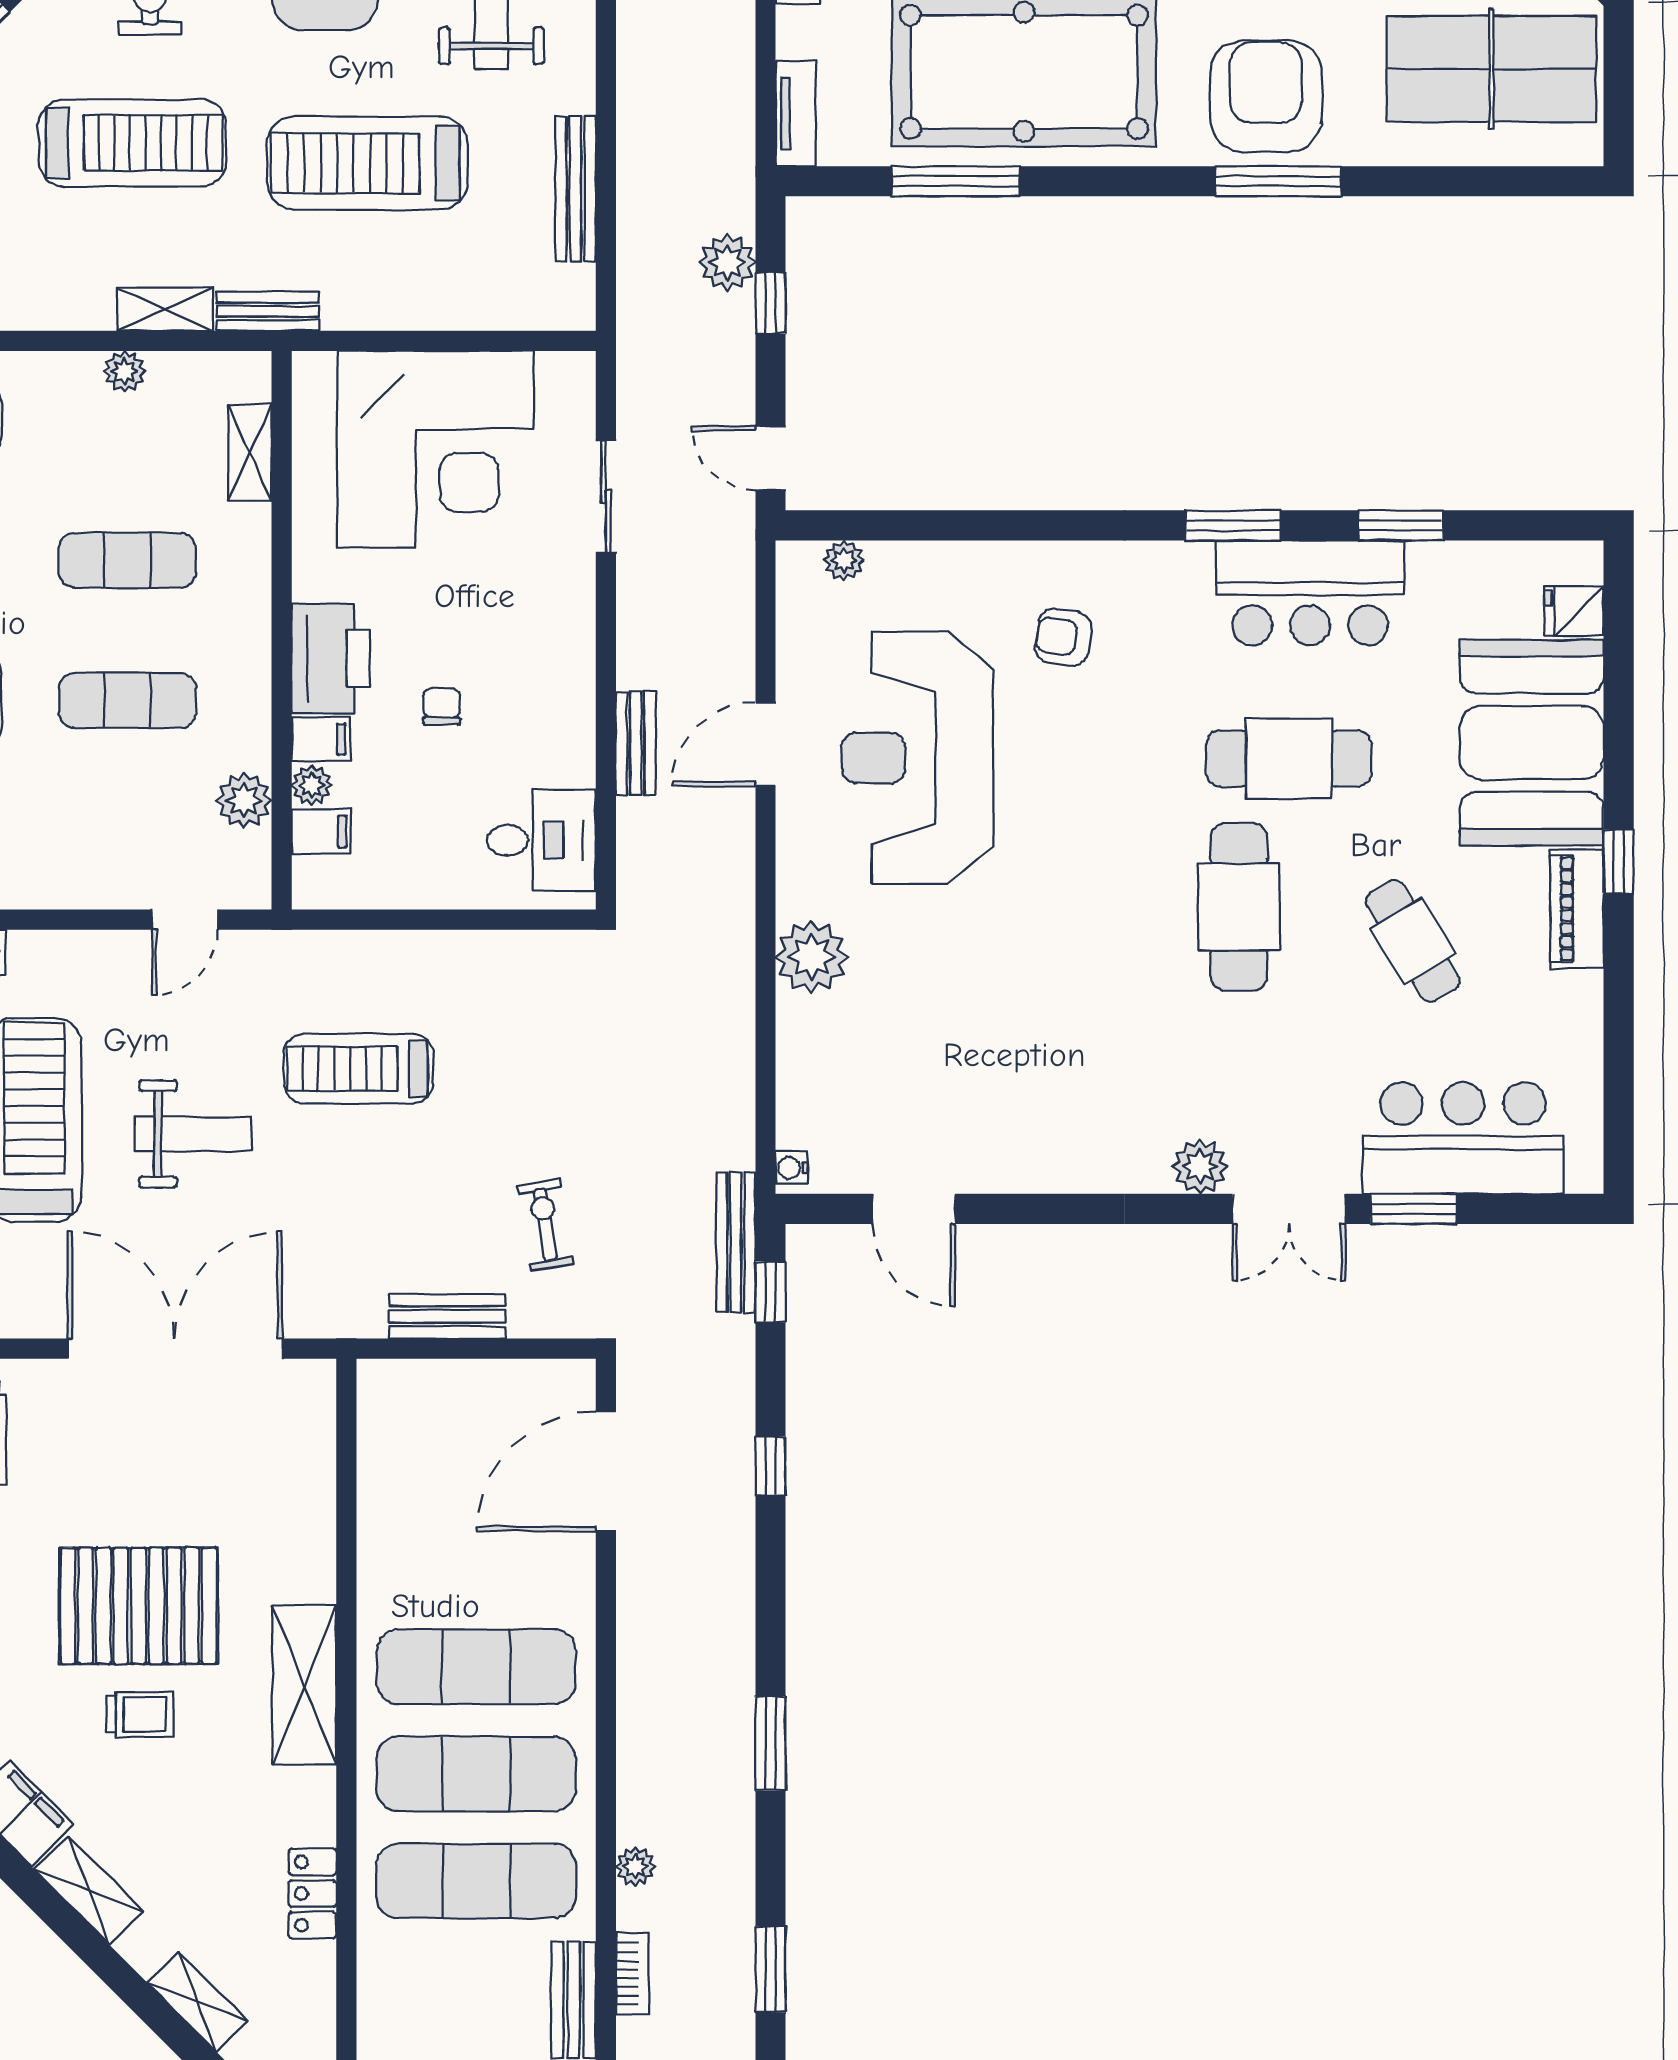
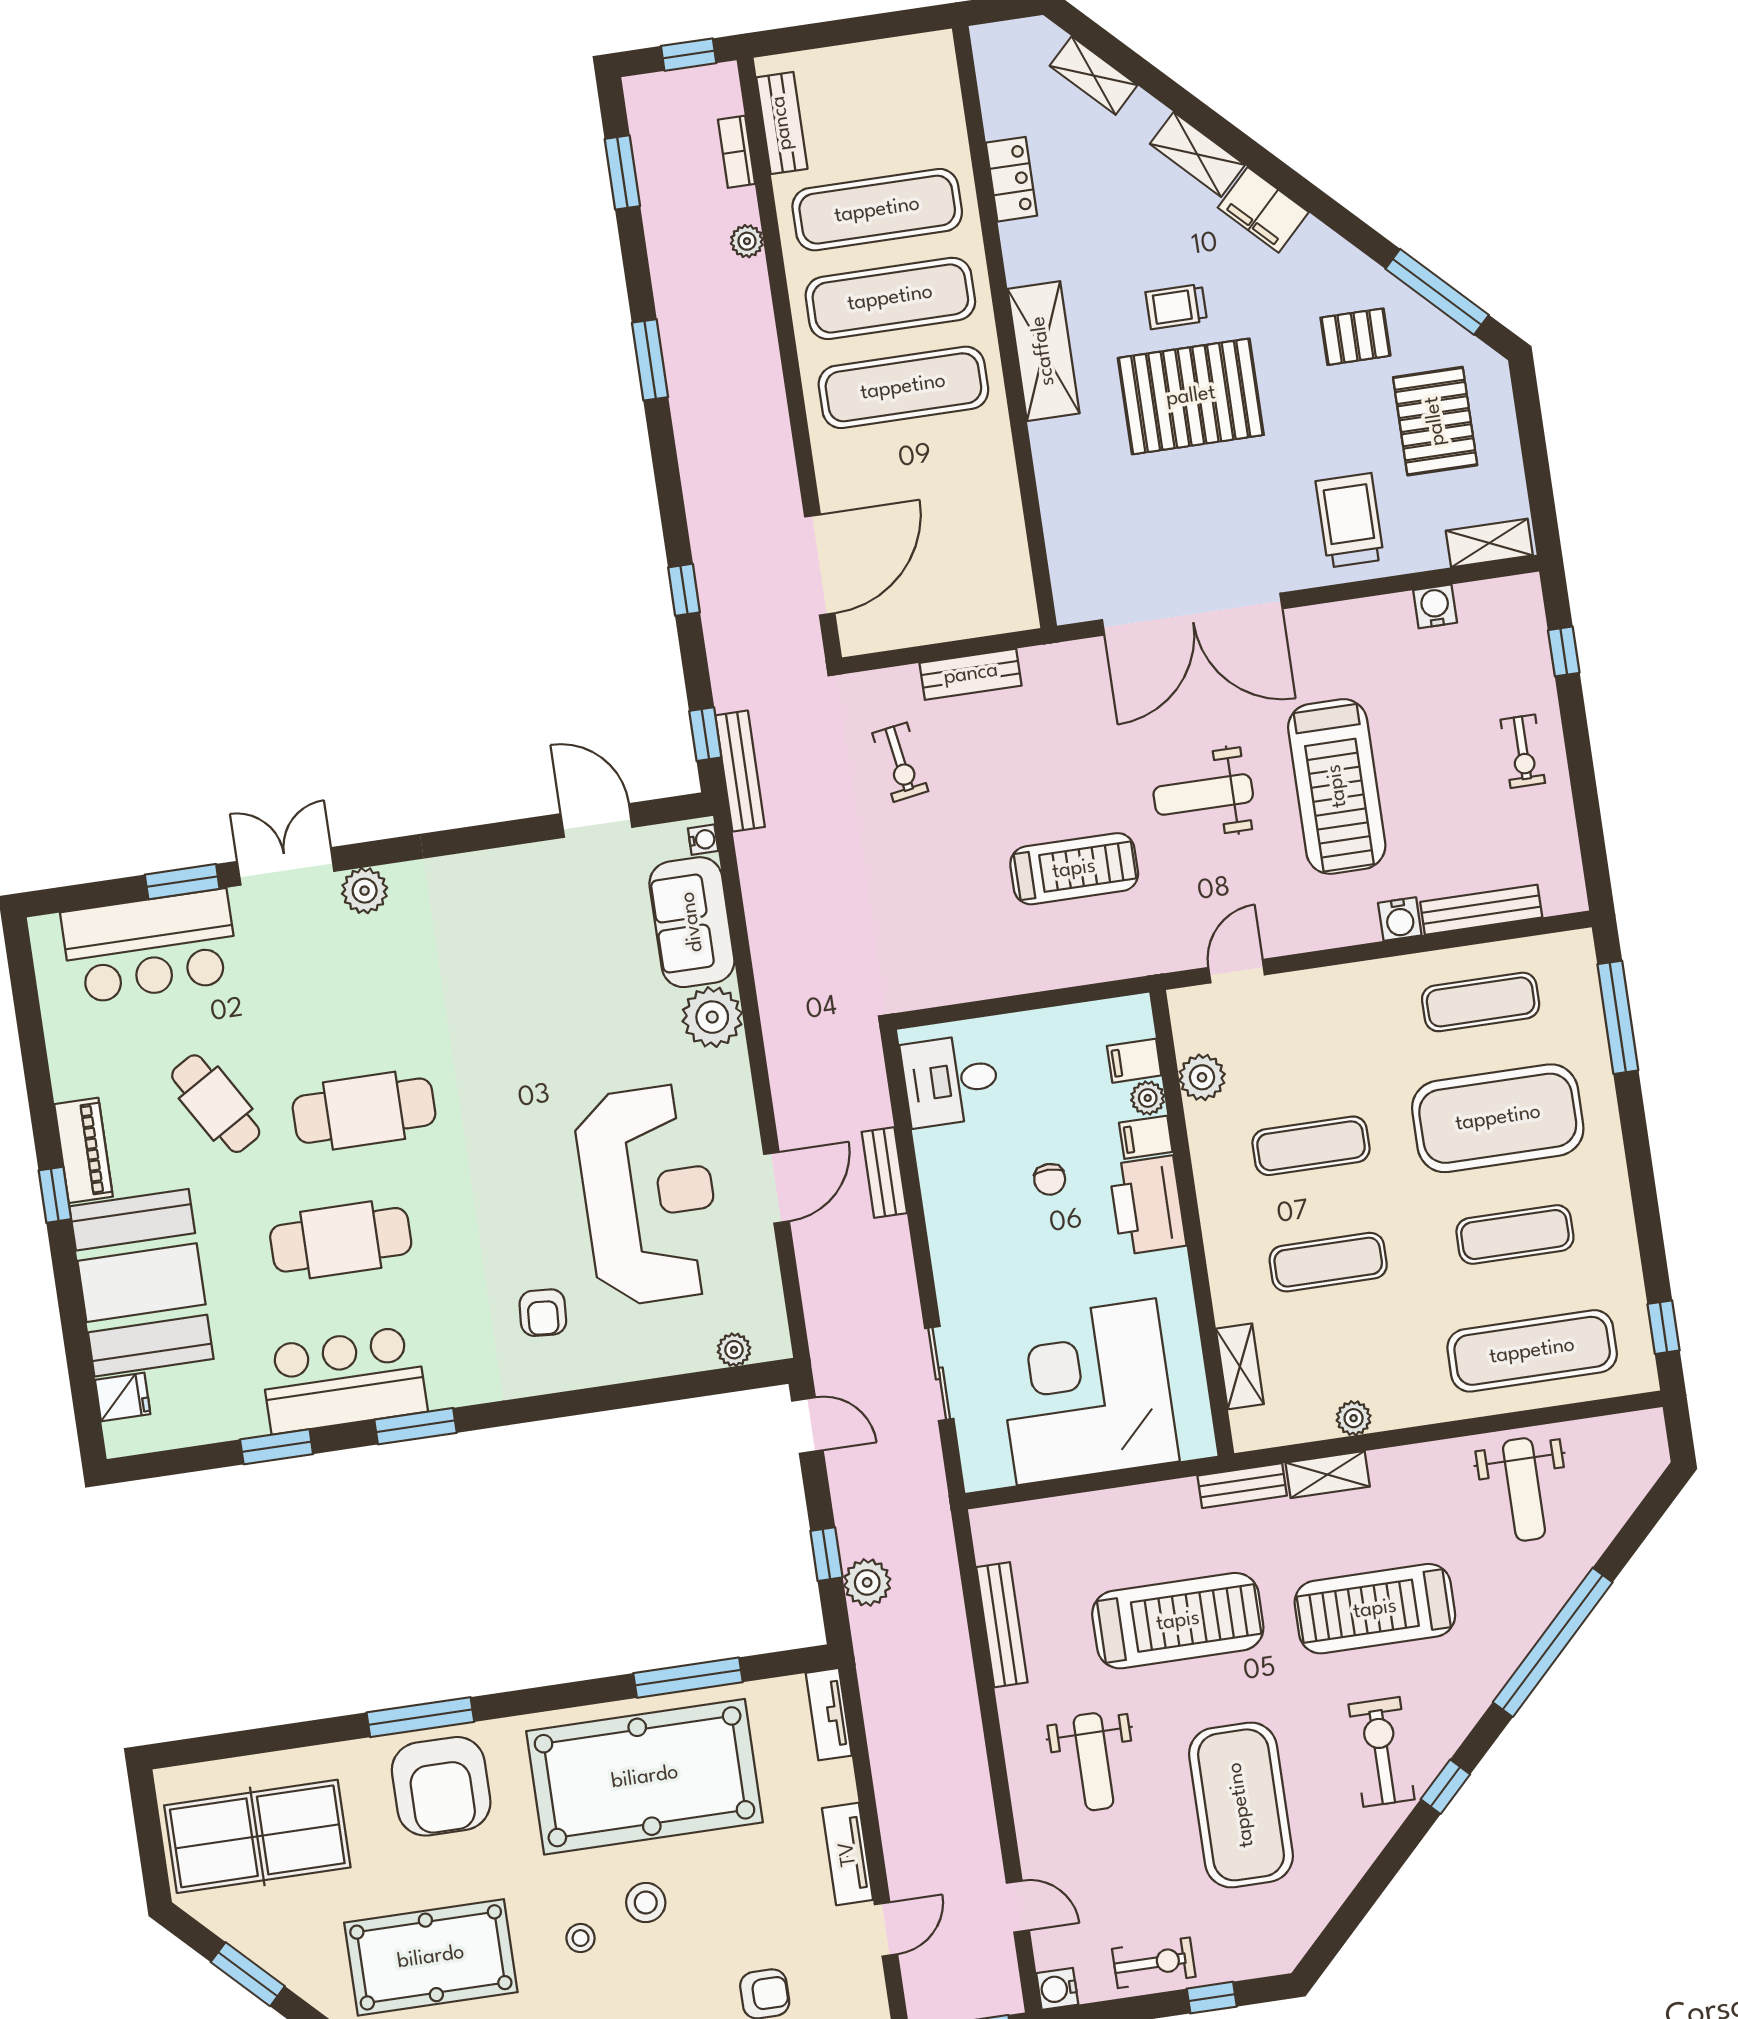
armchair: (1063, 637) -> (543, 1313), turned 85
cafe table: (1239, 907) -> (364, 1111), turned 90
sofa: (819, 1072) -> (692, 922), added

